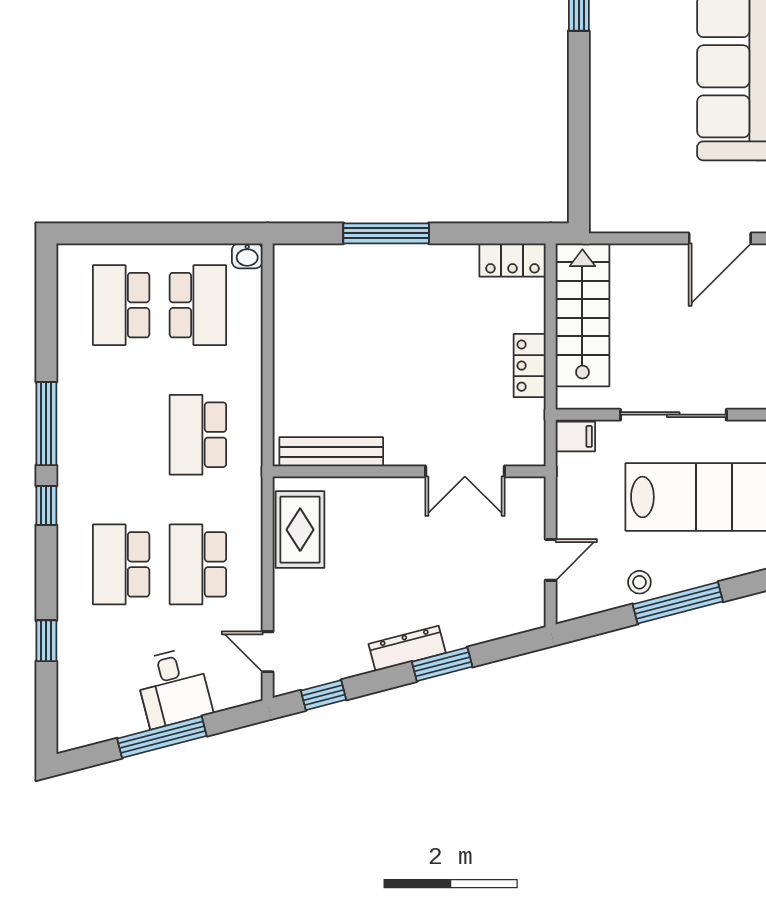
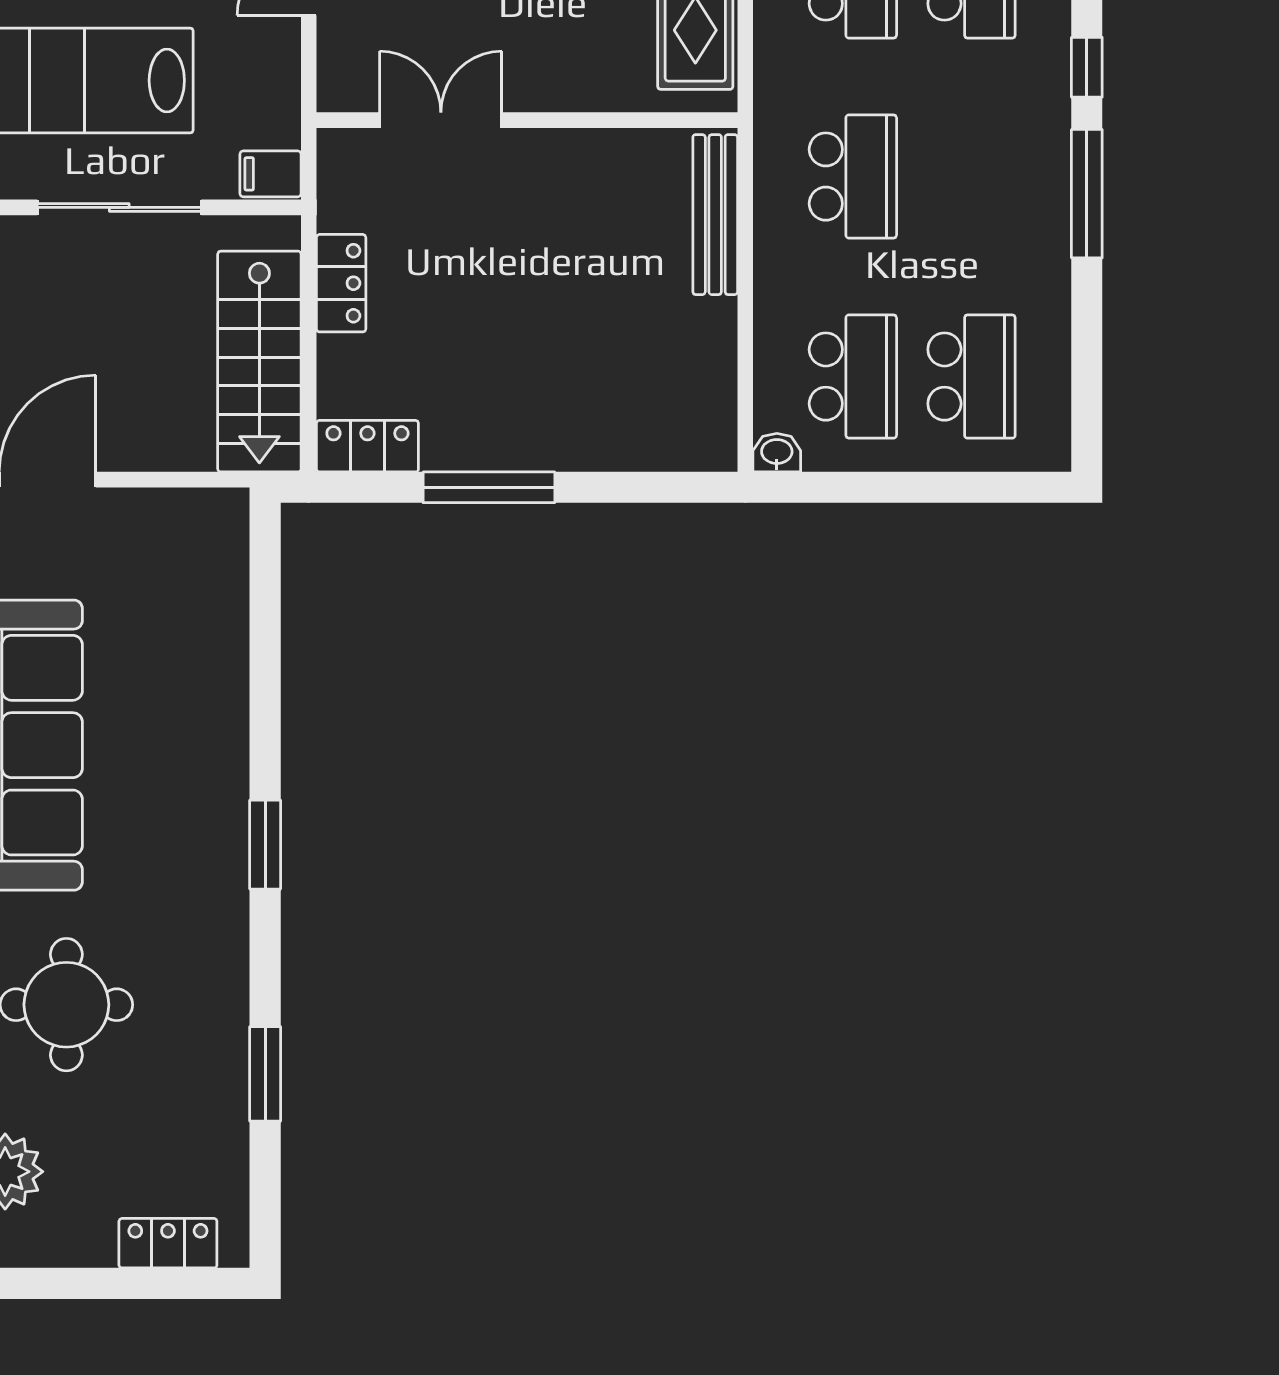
window: (386, 233) -> (489, 487), moved
school desk: (198, 305) -> (853, 377), turned 180
bench: (331, 452) -> (715, 215), moved, turned 90

